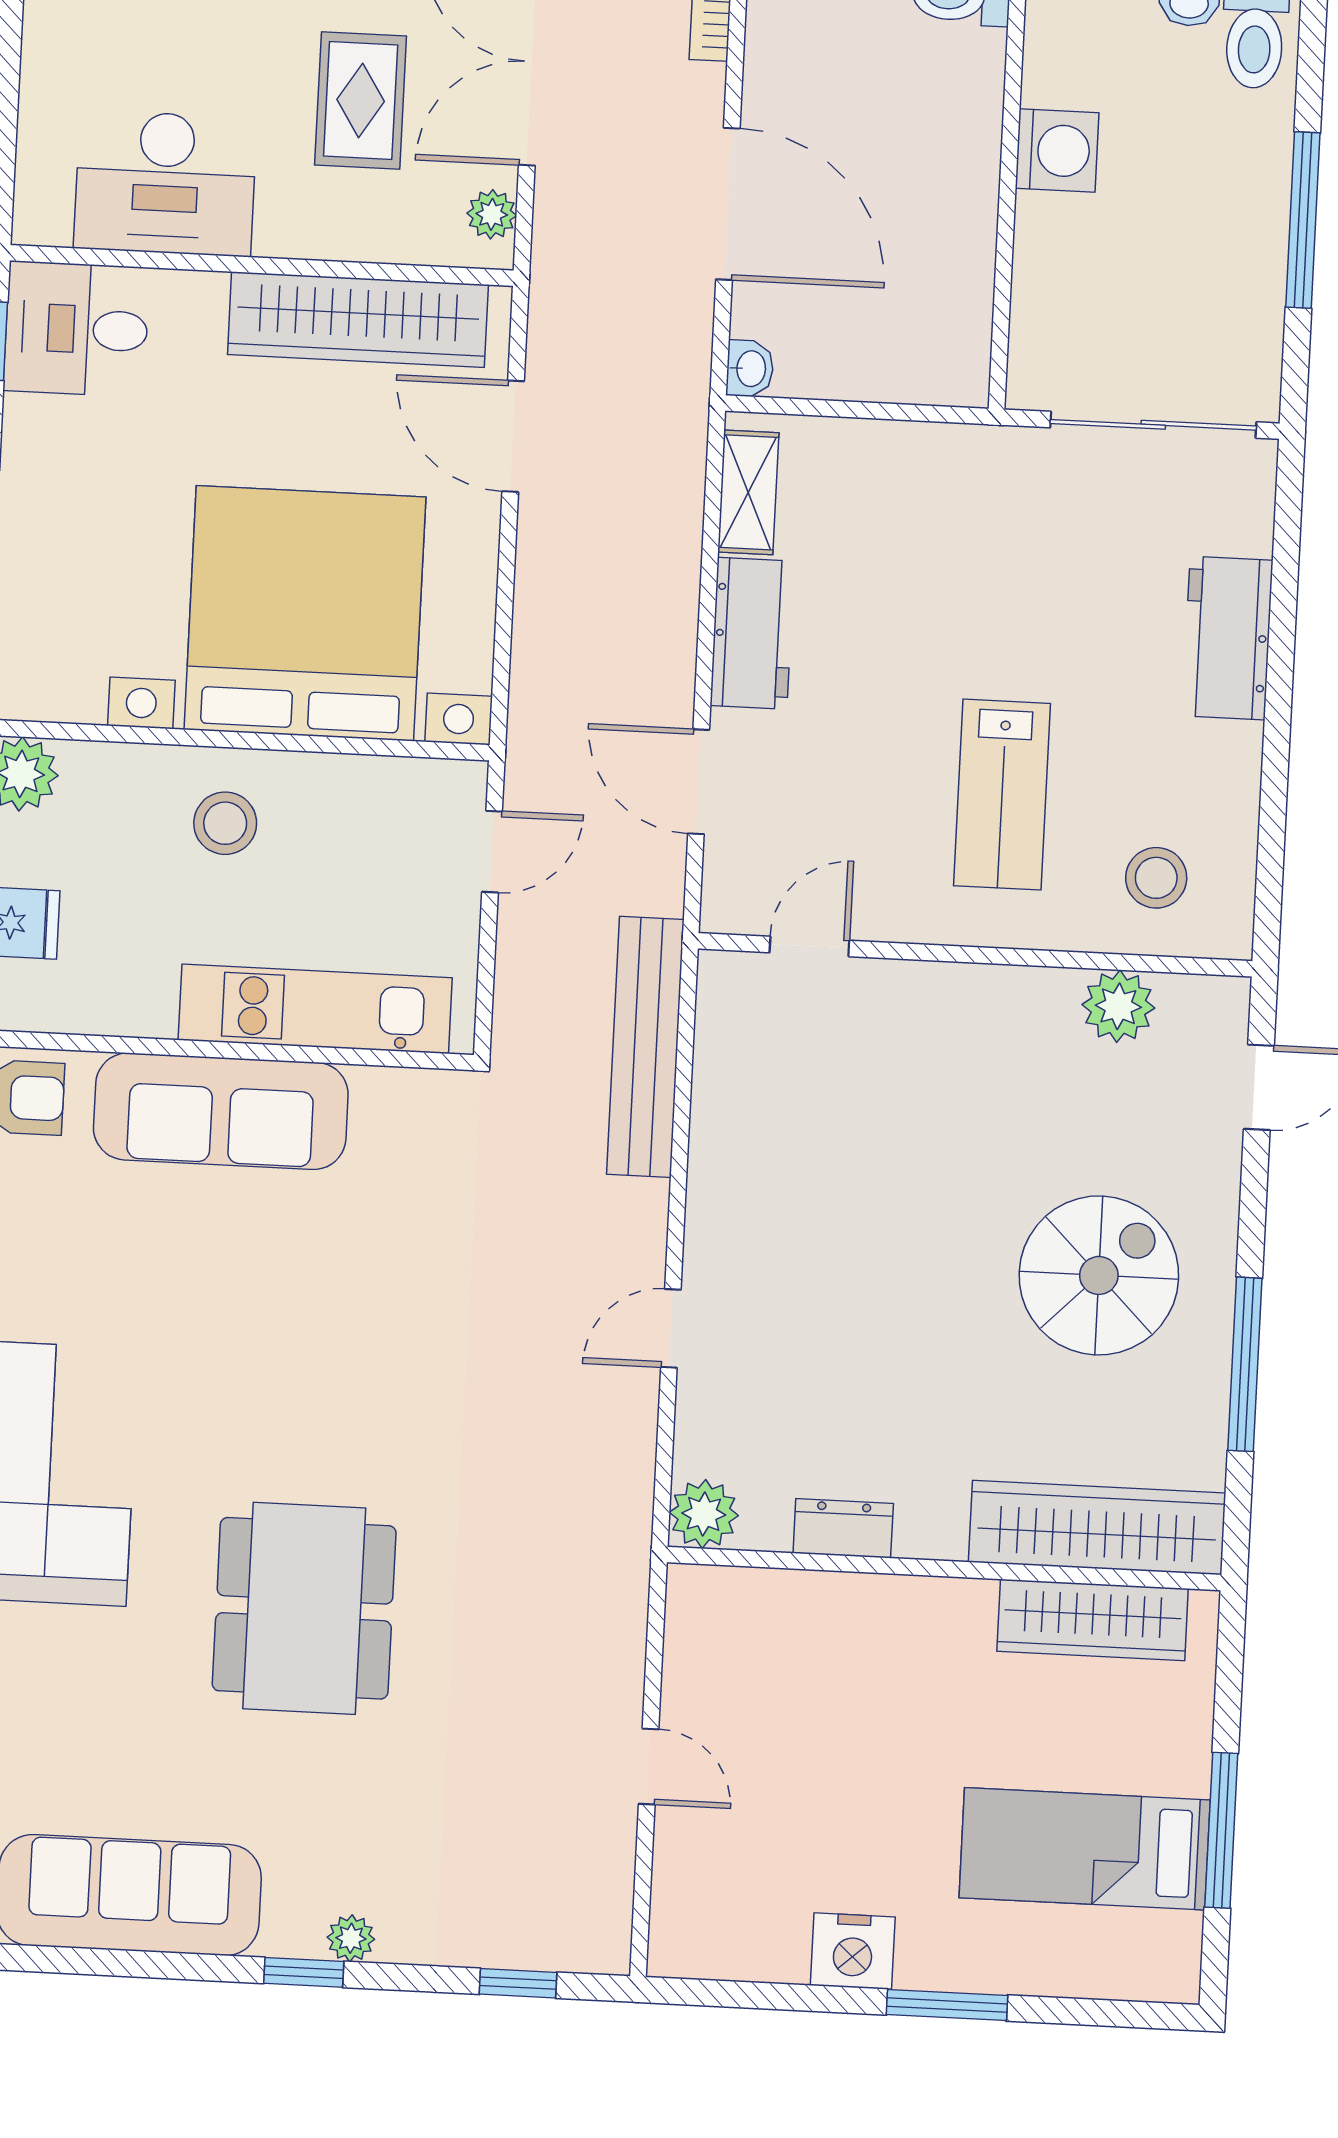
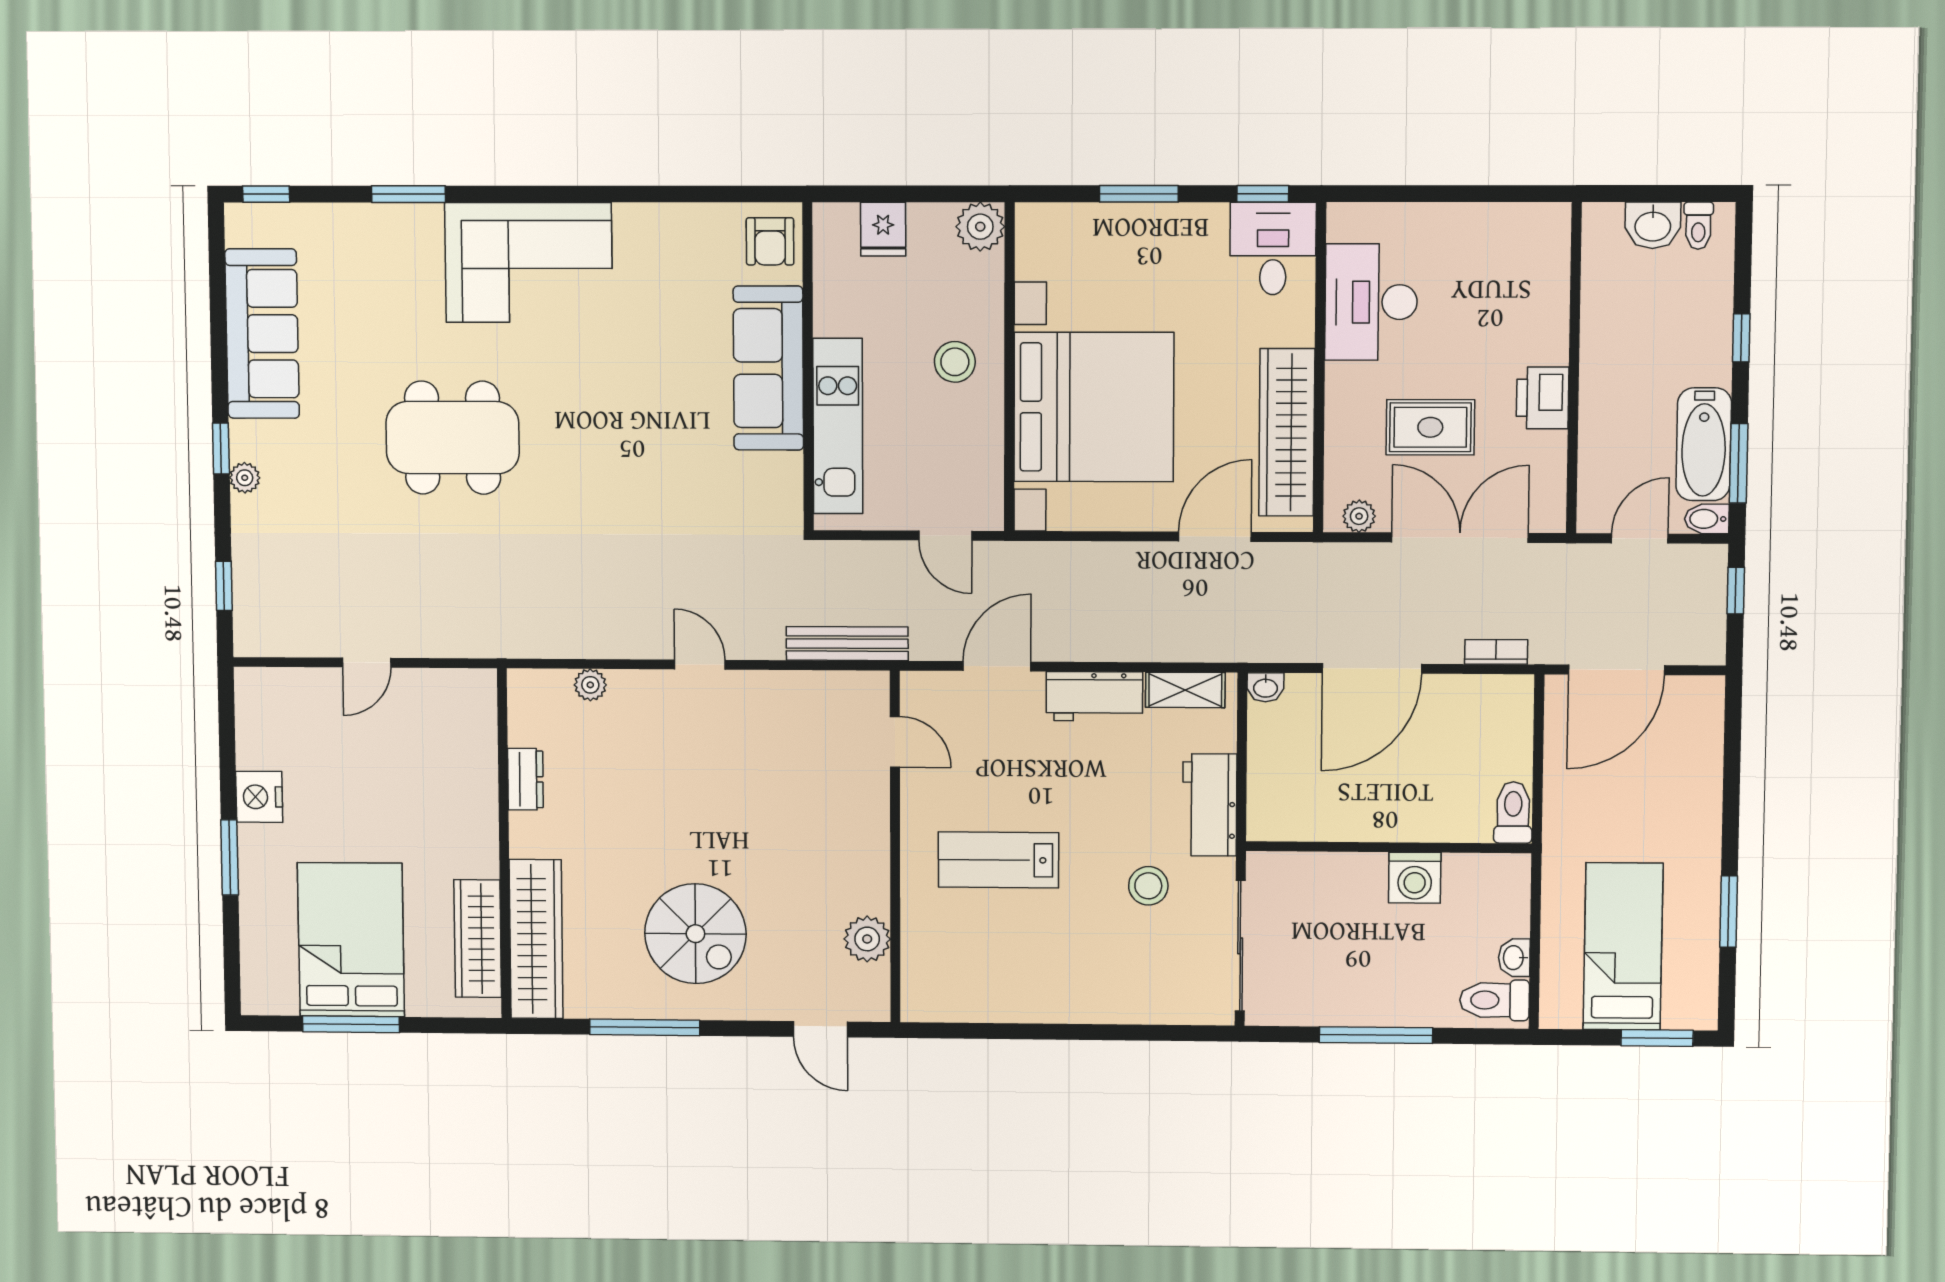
workbench: (1228, 638) -> (1210, 805), moved, turned -90
stool: (1156, 878) -> (1148, 886), moved
bench: (645, 1047) -> (847, 644), width x0.73, depth x0.82
door: (671, 1328) -> (700, 665), moved
plant: (704, 1514) -> (590, 685), moved, width x0.73, depth x0.73
bed: (1085, 1849) -> (351, 940), width x1.50

